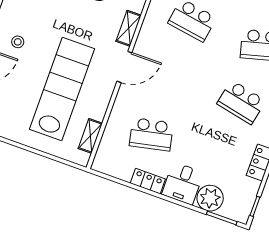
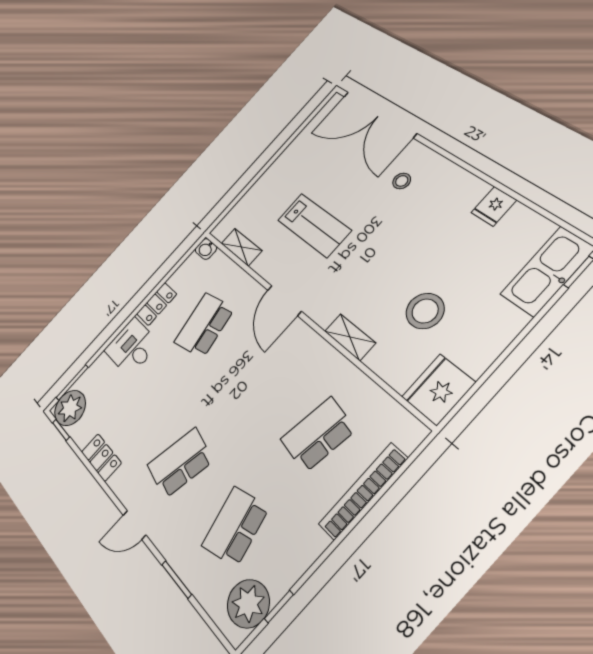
door: (124, 67) -> (284, 301), moved
lab bench: (62, 89) -> (314, 225), width x0.54, depth x0.72
washbasin: (99, 164) -> (206, 249), added
plant: (210, 198) -> (70, 408), moved

